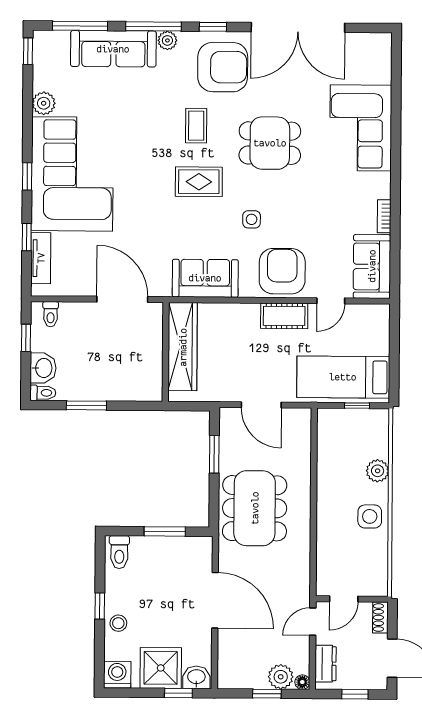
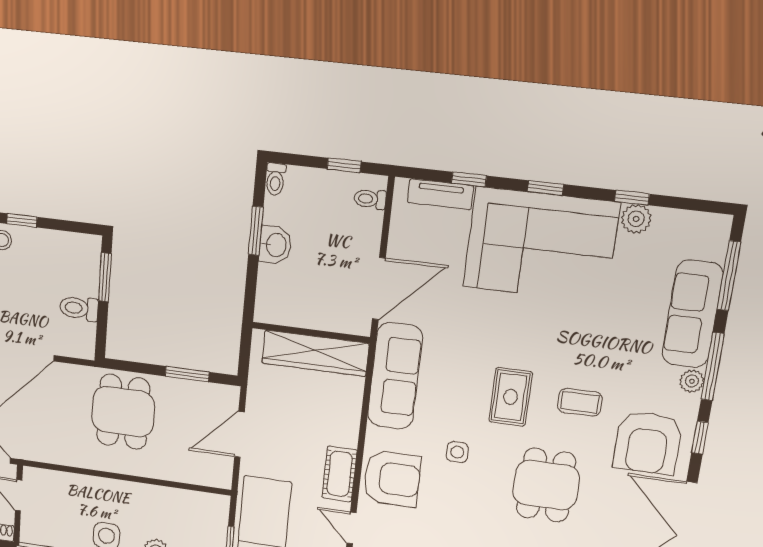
window: (28, 51) -> (632, 198), moved
sofa: (205, 278) -> (395, 376), width x1.36
washbasin: (43, 368) -> (275, 245), moved, turned -90
dining table: (255, 508) -> (123, 412), width x0.73
window: (165, 531) -> (105, 277), moved
toilet: (119, 552) -> (79, 308), moved

